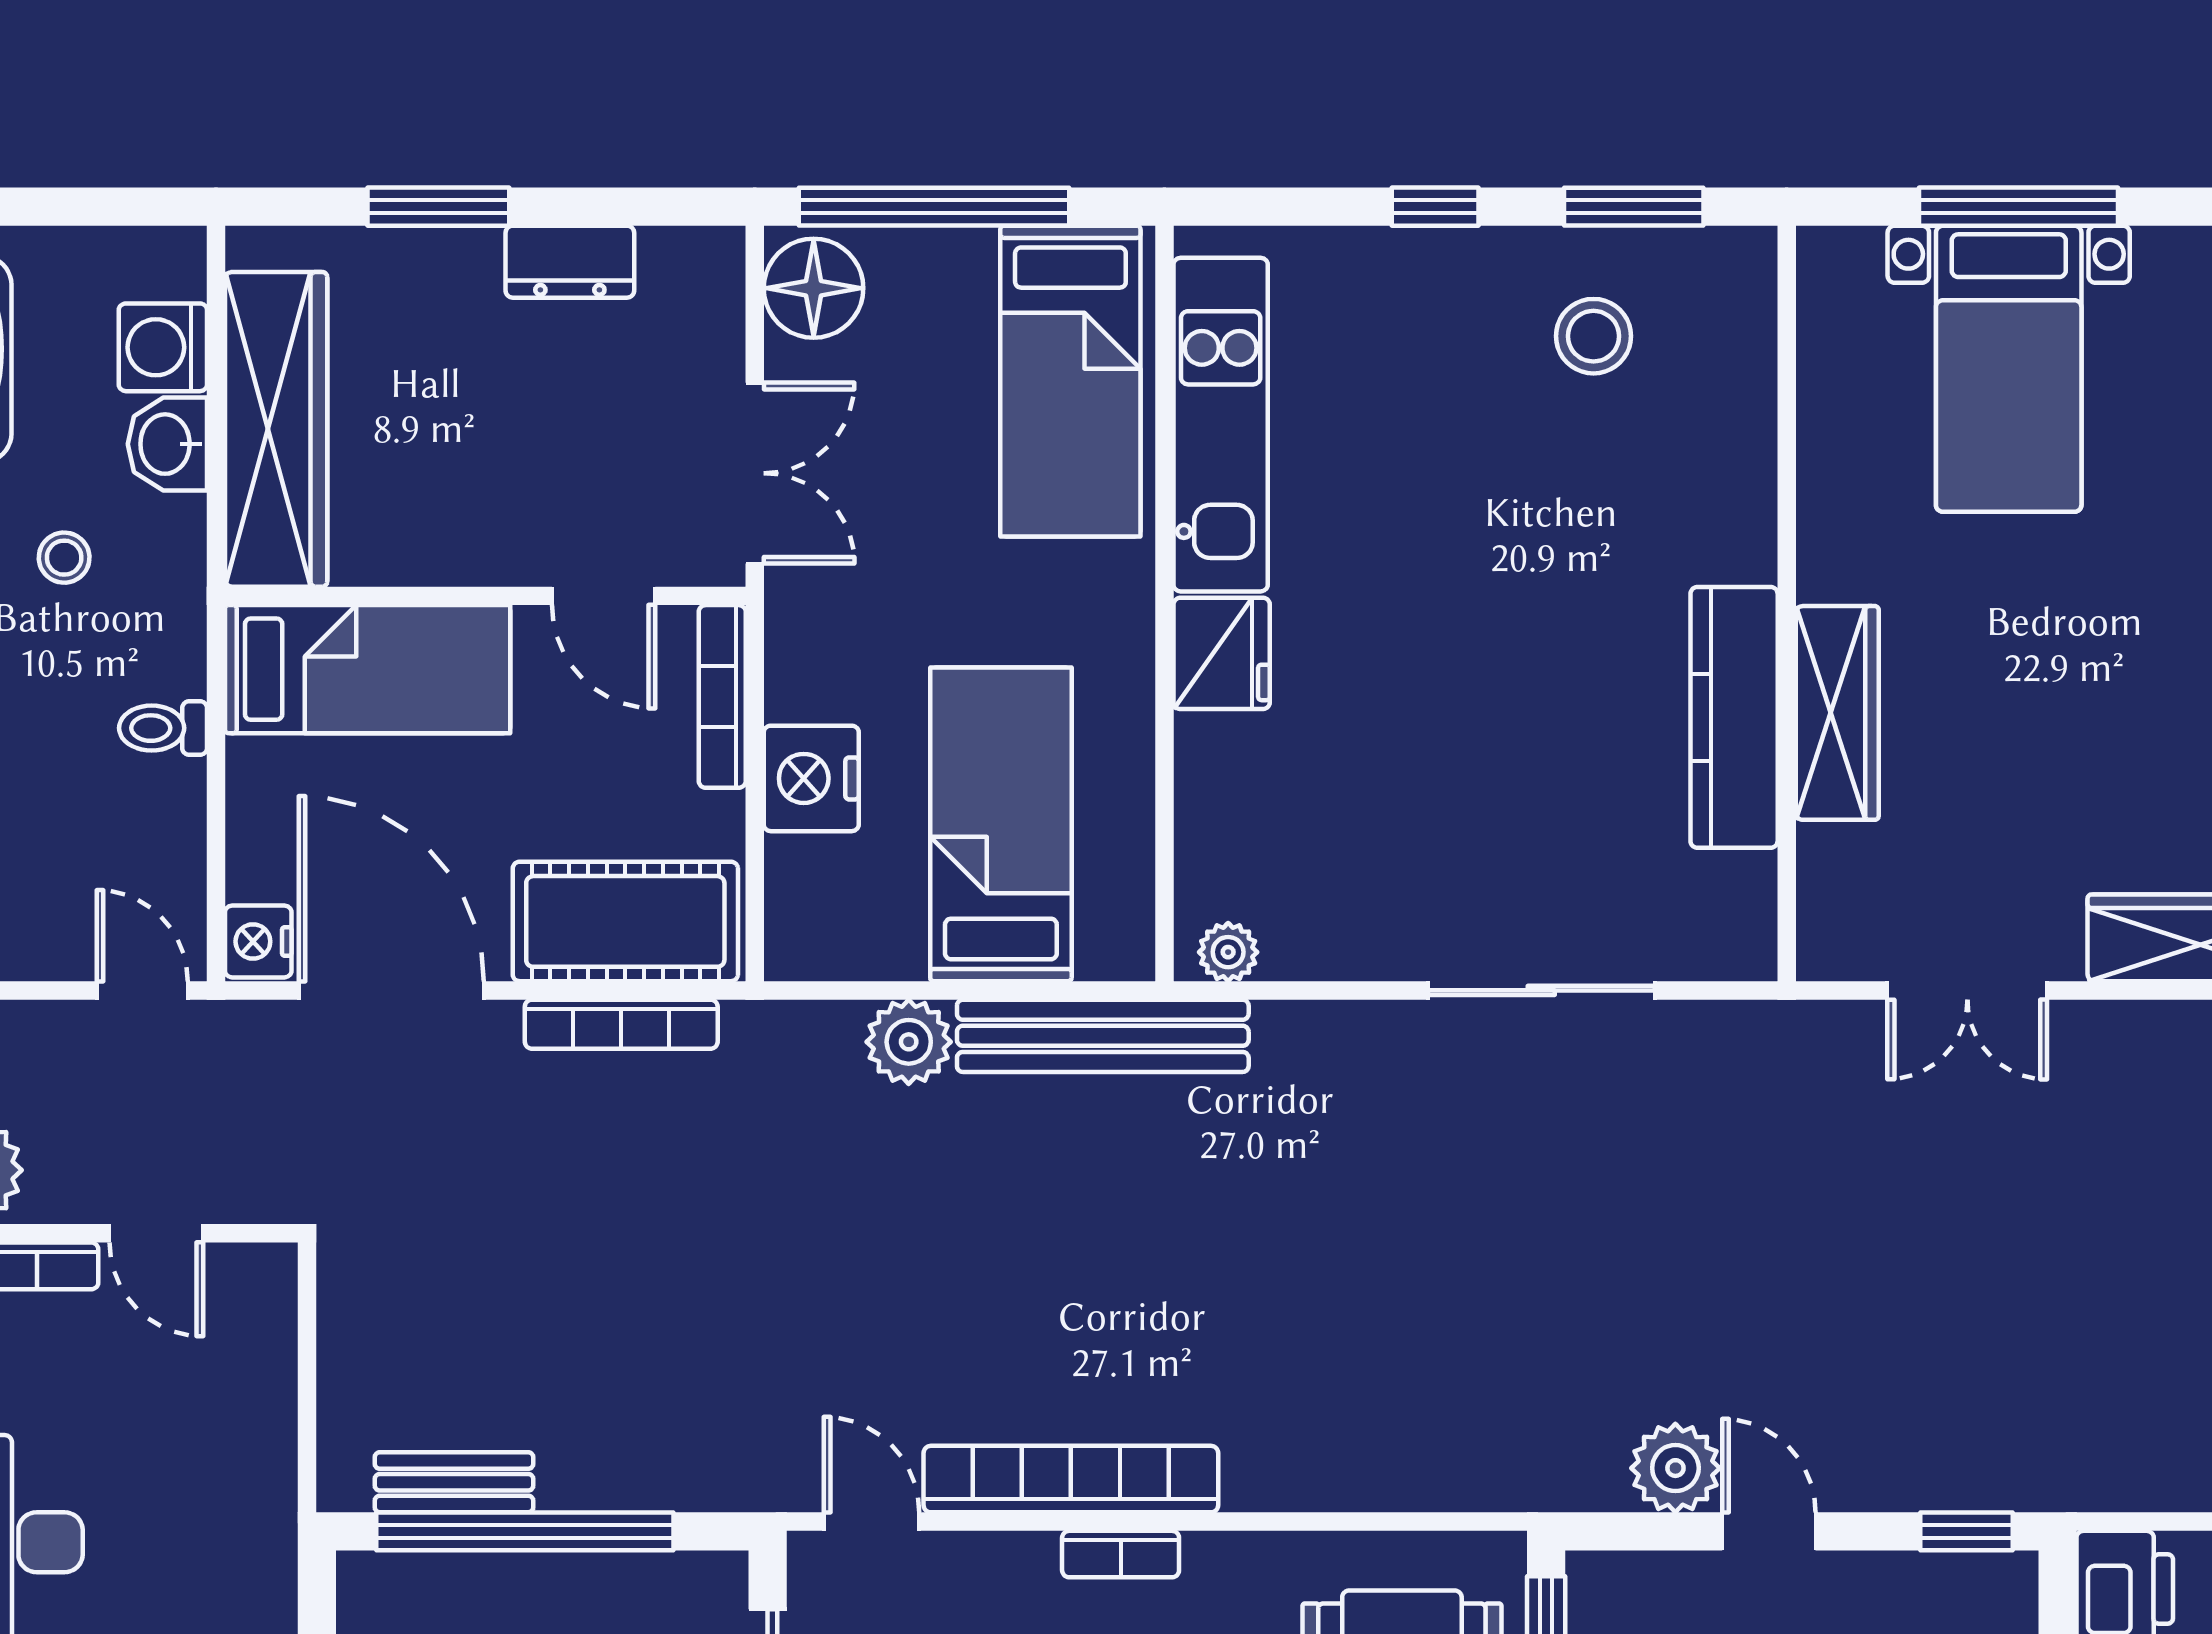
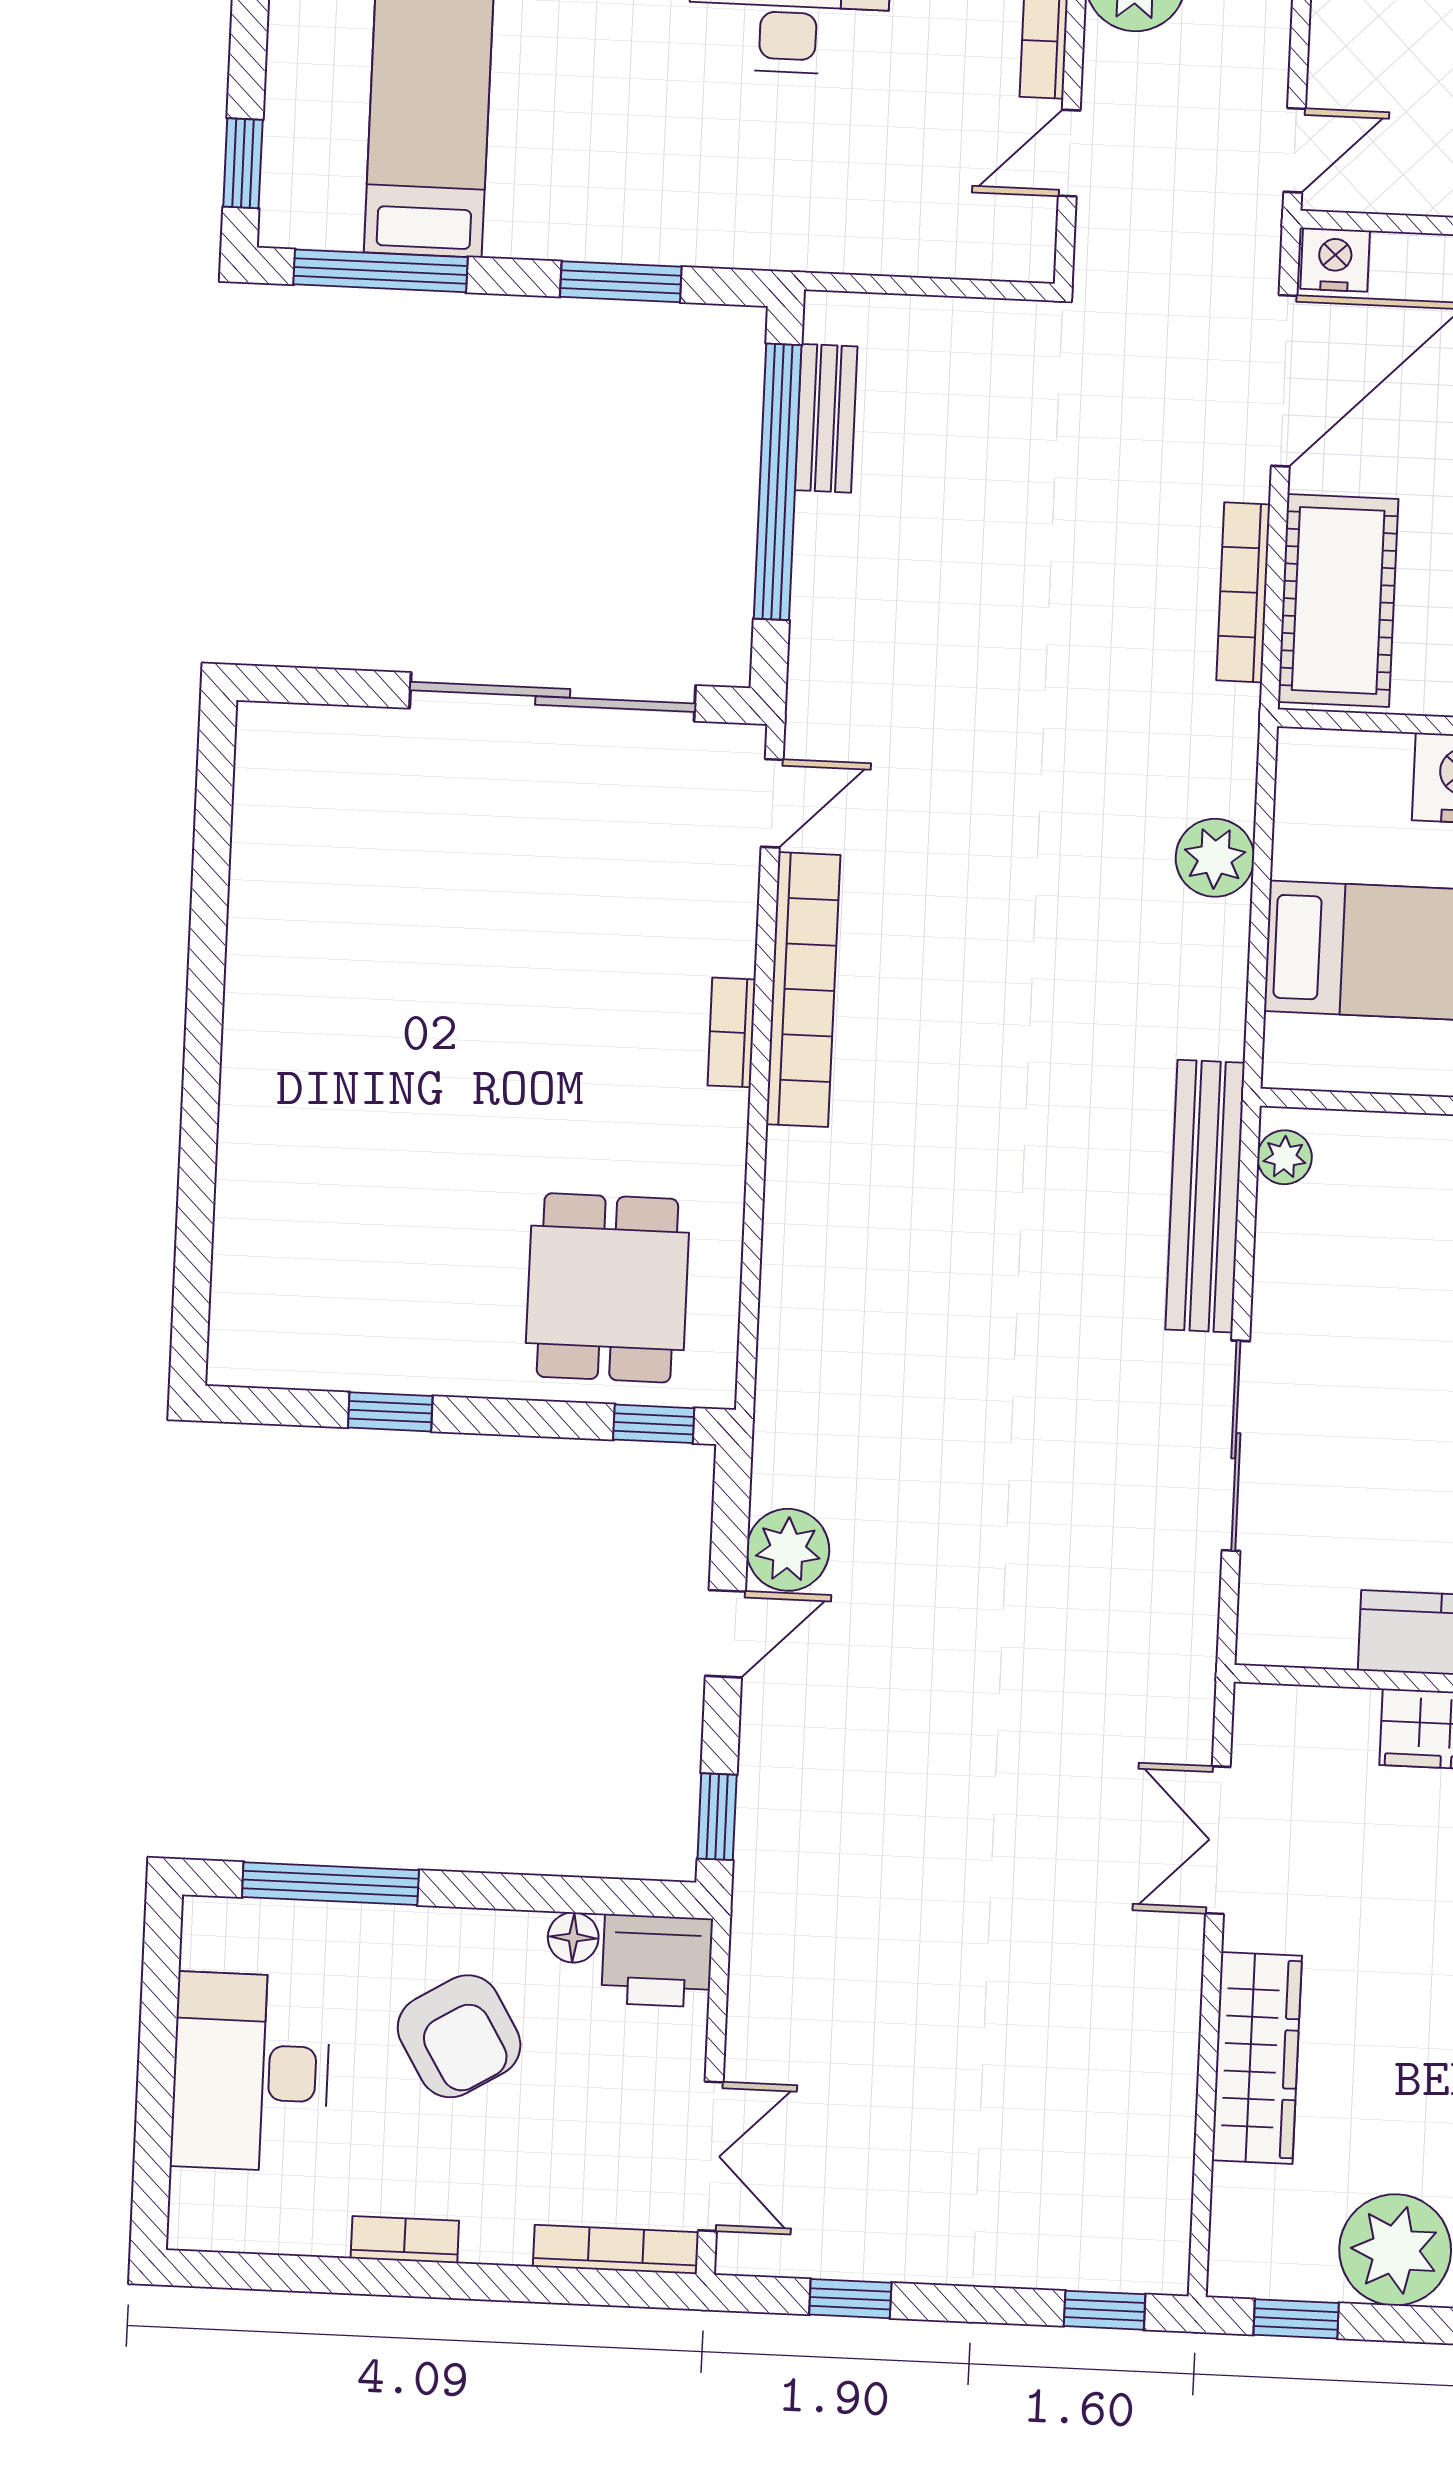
bench: (1103, 1036) -> (1205, 1196), moved

